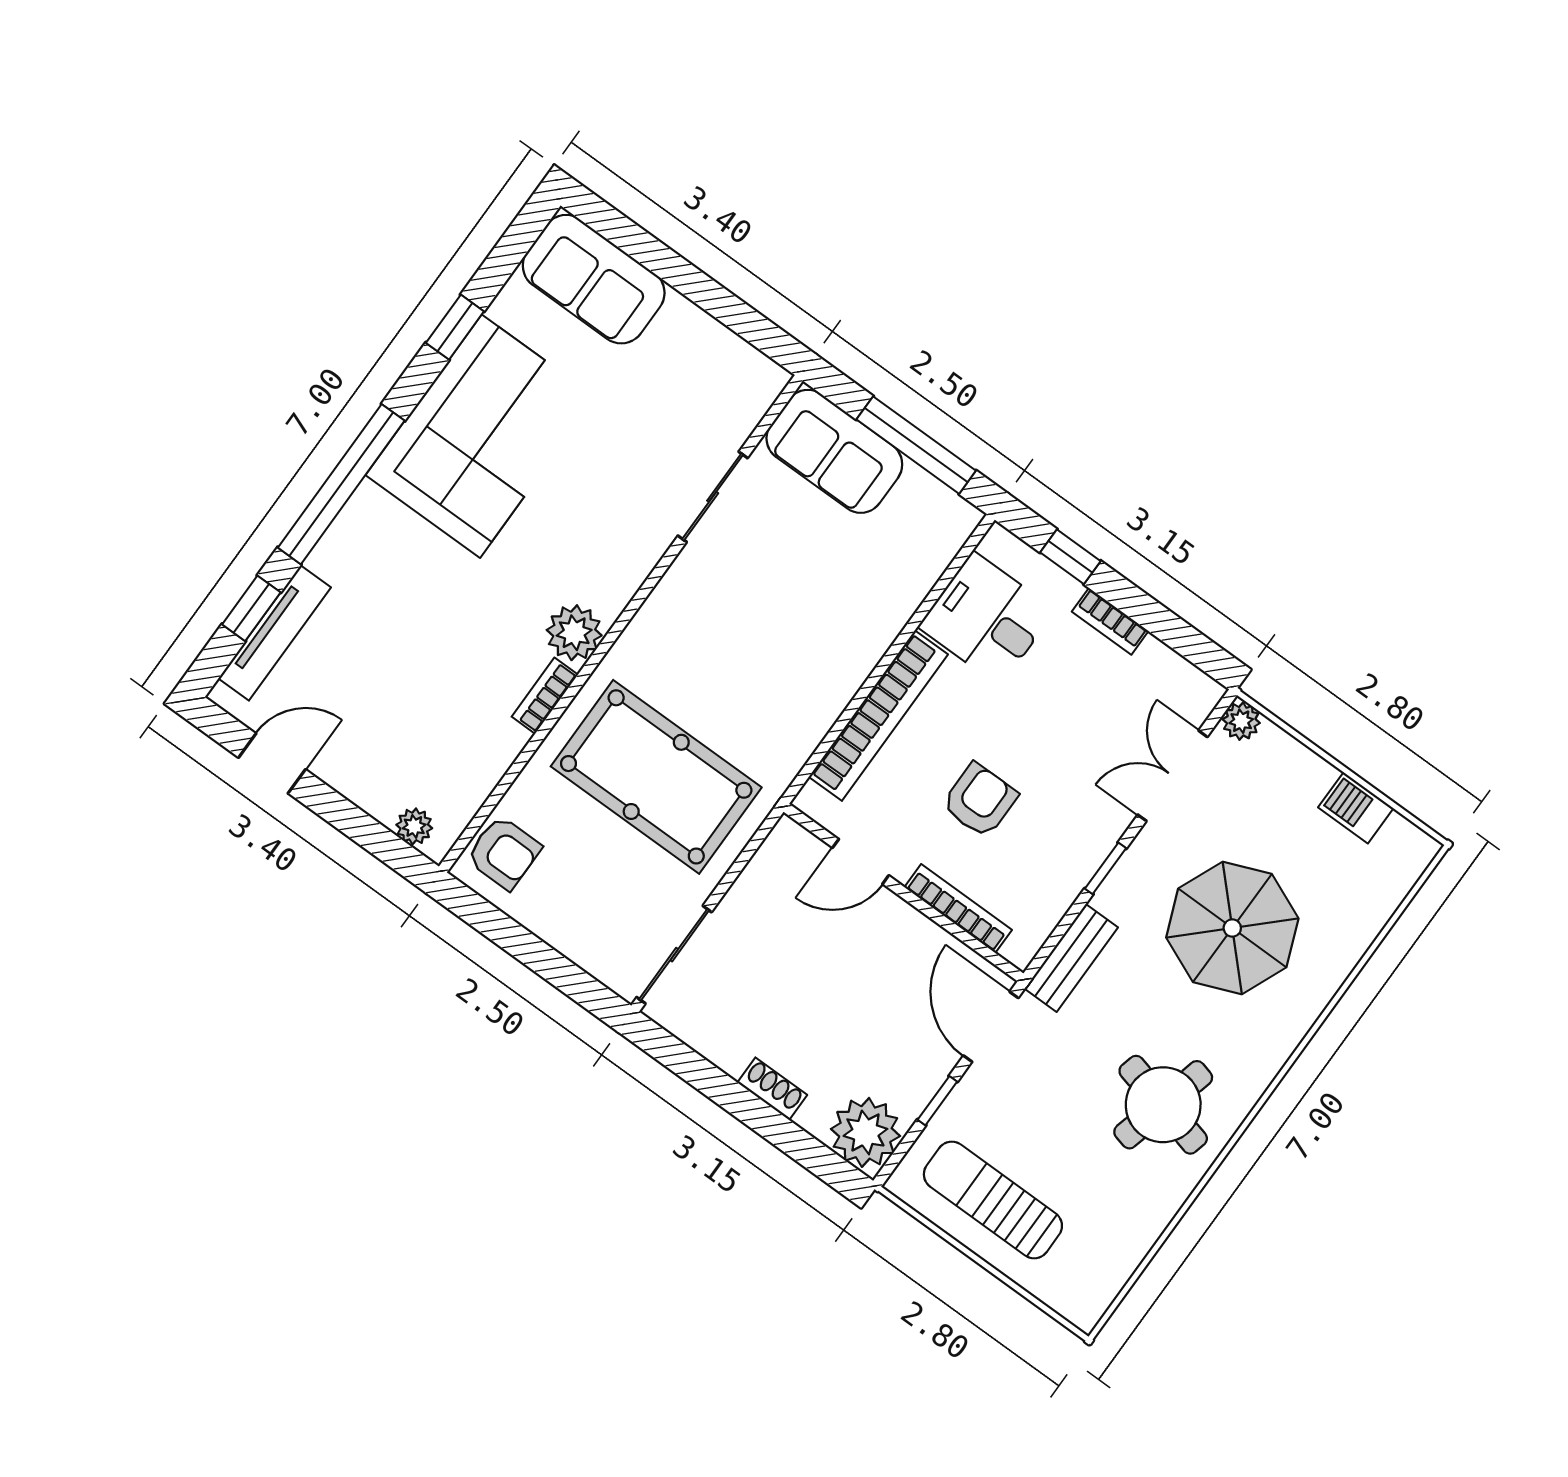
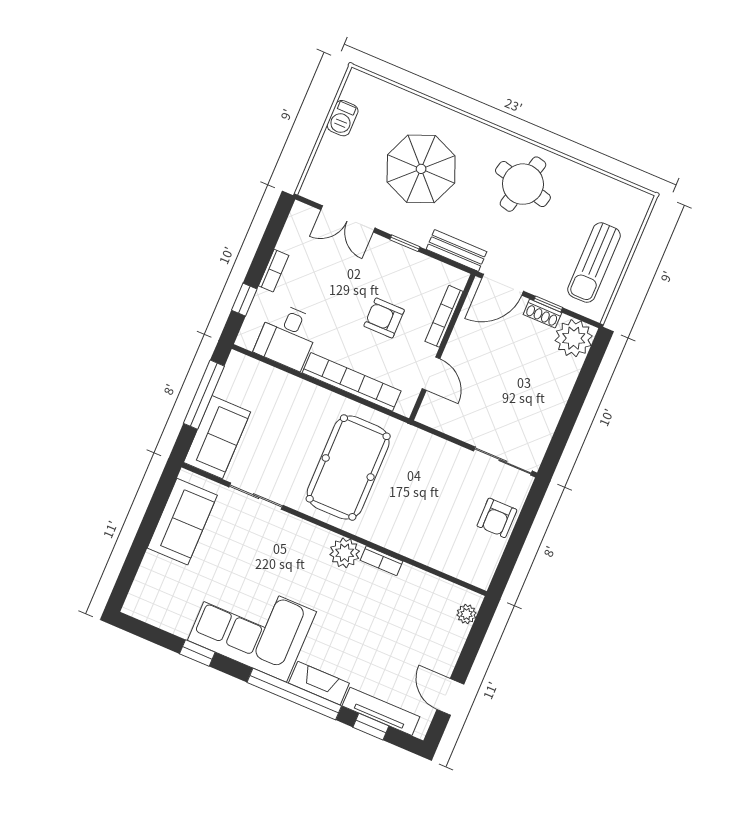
sofa: (594, 279) -> (182, 522), moved
fireplace: (351, 533) -> (319, 683), added
plant: (1241, 721) -> (311, 189), removed
pool table: (656, 777) -> (348, 468), moved
armchair: (504, 853) -> (497, 518), moved, turned 180
shoe rack: (772, 1089) -> (542, 314), moved, turned -90

